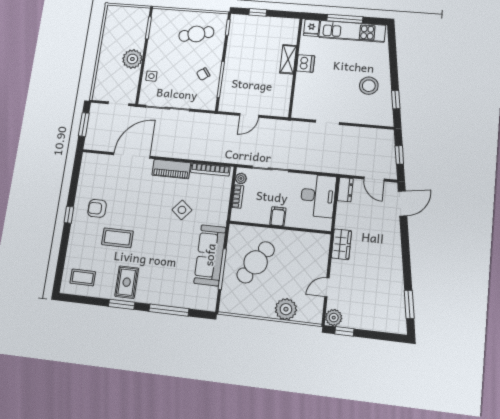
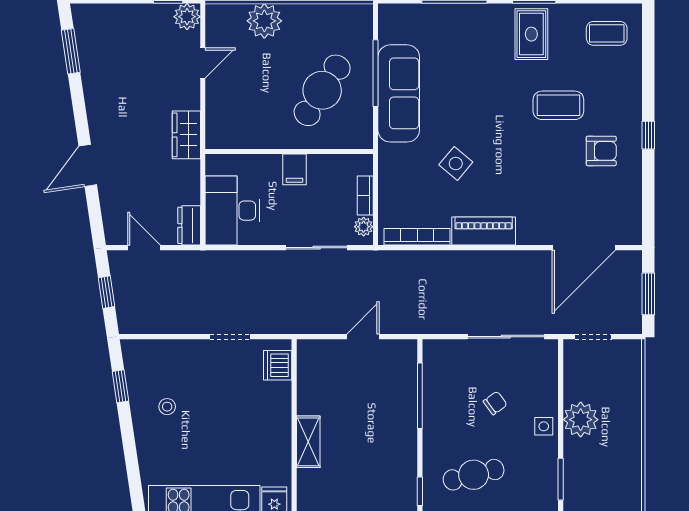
dishwasher: (306, 63) -> (278, 365), moved
chair: (203, 74) -> (495, 403), moved
side table: (151, 76) -> (544, 426), moved
stool: (369, 86) -> (167, 407), width x0.53, depth x0.53
door: (132, 155) -> (584, 248), moved
door: (403, 203) -> (88, 165), moved

